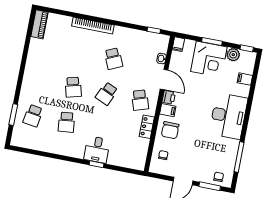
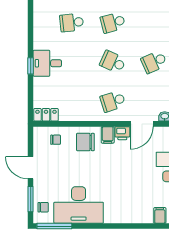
desk: (228, 116) -> (79, 205), moved
locker: (147, 127) -> (46, 115), moved
window: (239, 157) -> (54, 226), moved

